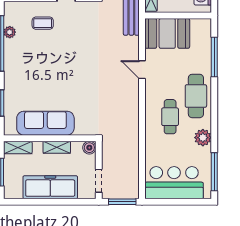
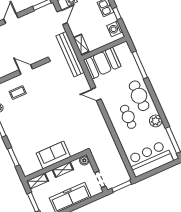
sofa: (45, 123) -> (53, 155), width x0.73

